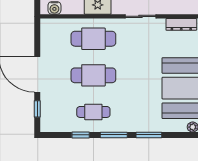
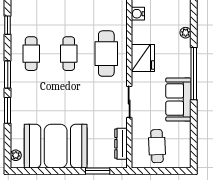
cafe table: (93, 75) -> (69, 54), width x0.73, depth x0.74
window: (81, 135) -> (8, 25), moved

